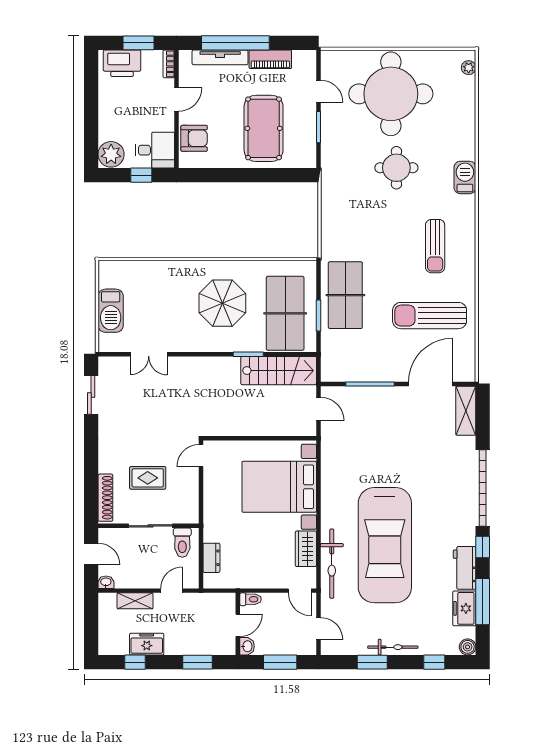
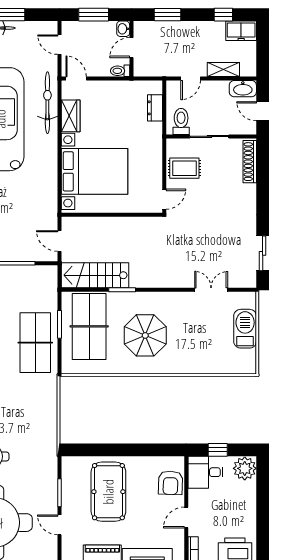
armchair: (194, 138) -> (171, 483), turned -88
rug: (148, 478) -> (184, 168), moved
washbasin: (106, 582) -> (243, 89), width x1.91, depth x1.45
freezer: (147, 644) -> (241, 31), moved

